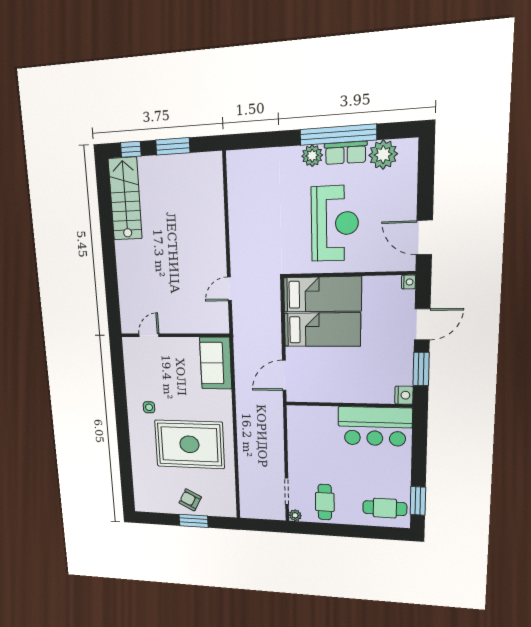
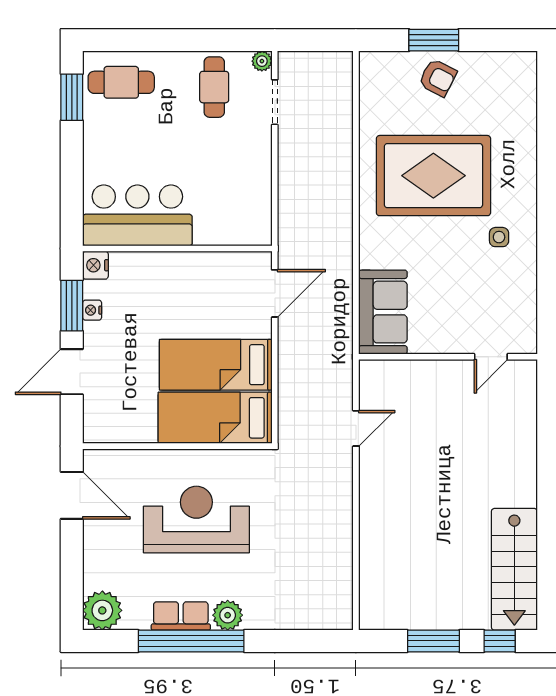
plant: (383, 155) -> (102, 610), moved
reception desk: (335, 224) -> (196, 520), turned 90
nightstand: (408, 282) -> (92, 310), moved

